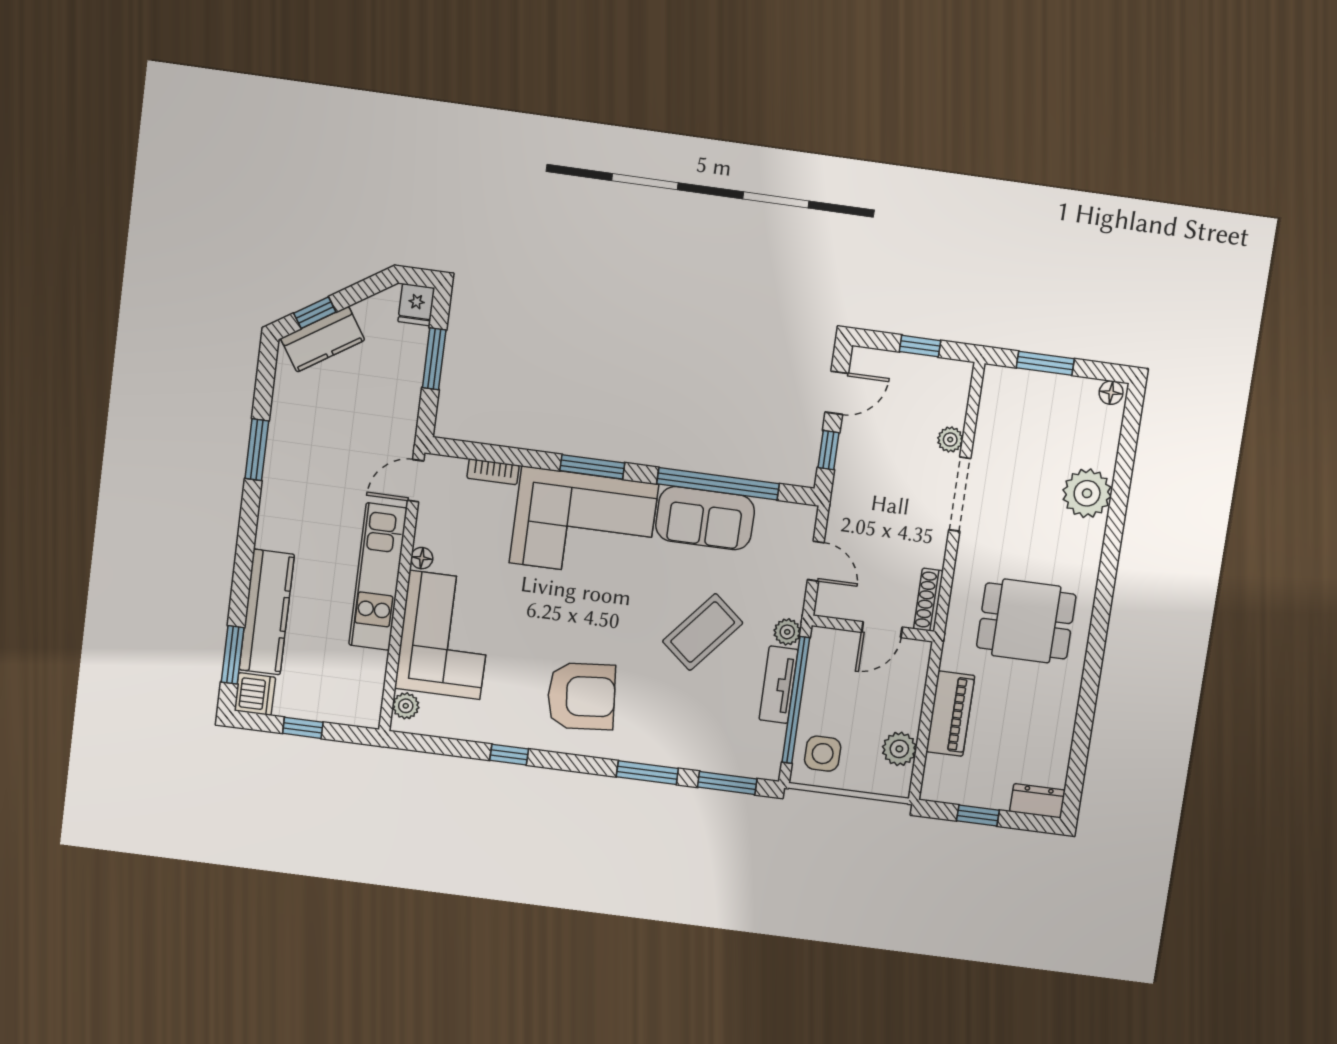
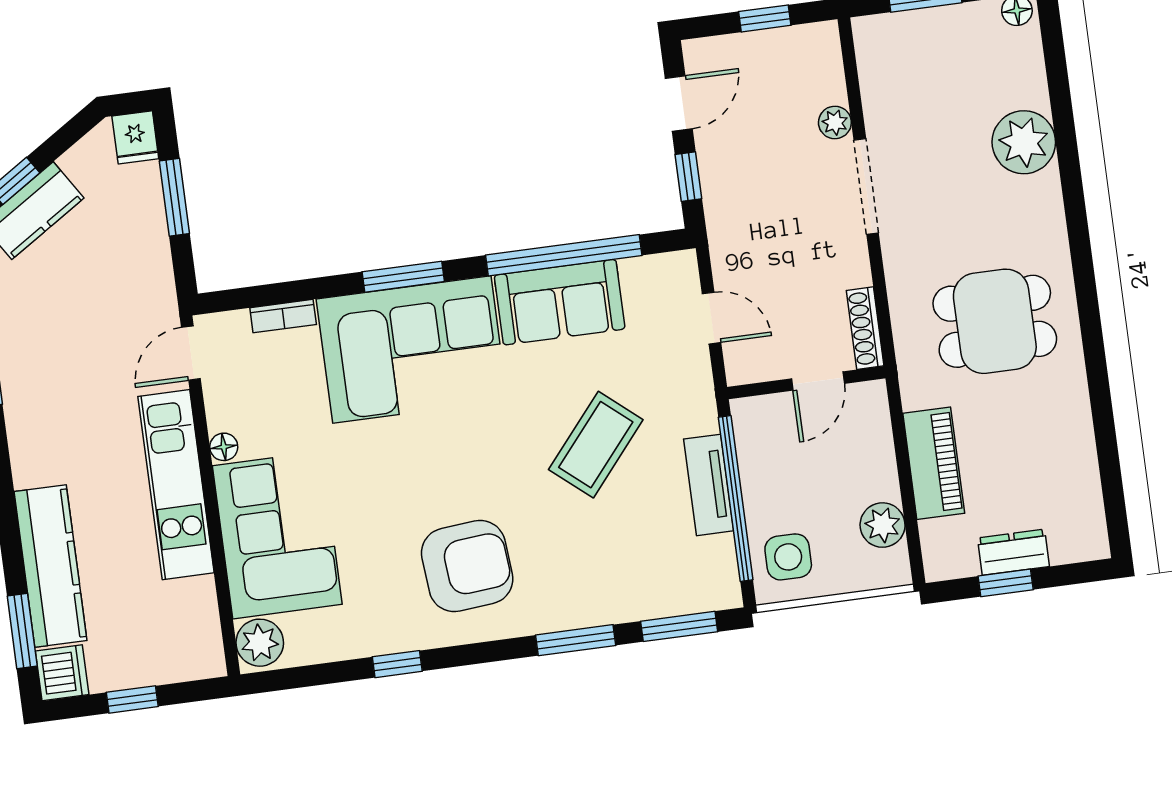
plant: (787, 632) -> (701, 416), removed
plant: (406, 706) -> (260, 643), width x1.38, depth x1.38
dresser: (1037, 801) -> (1013, 552), moved

